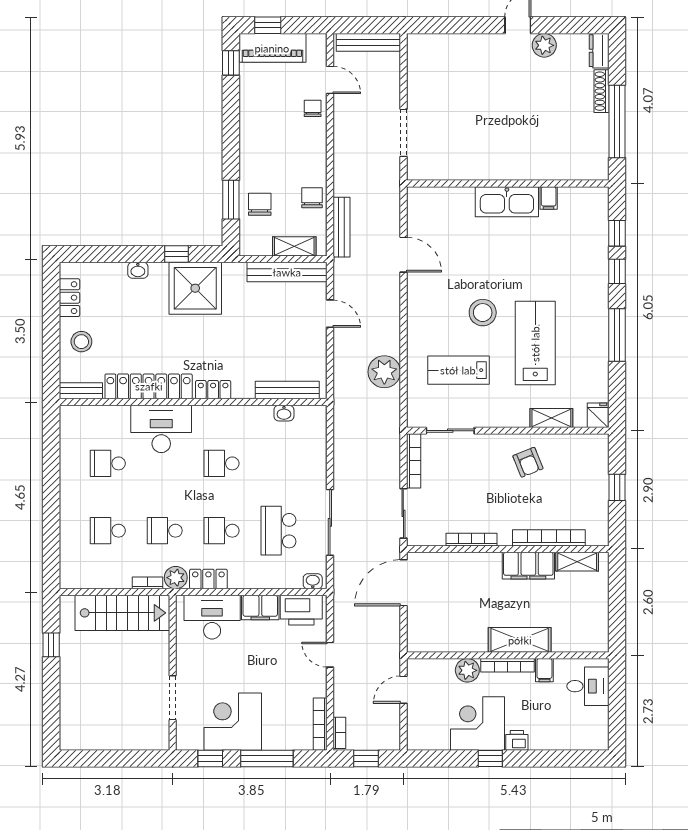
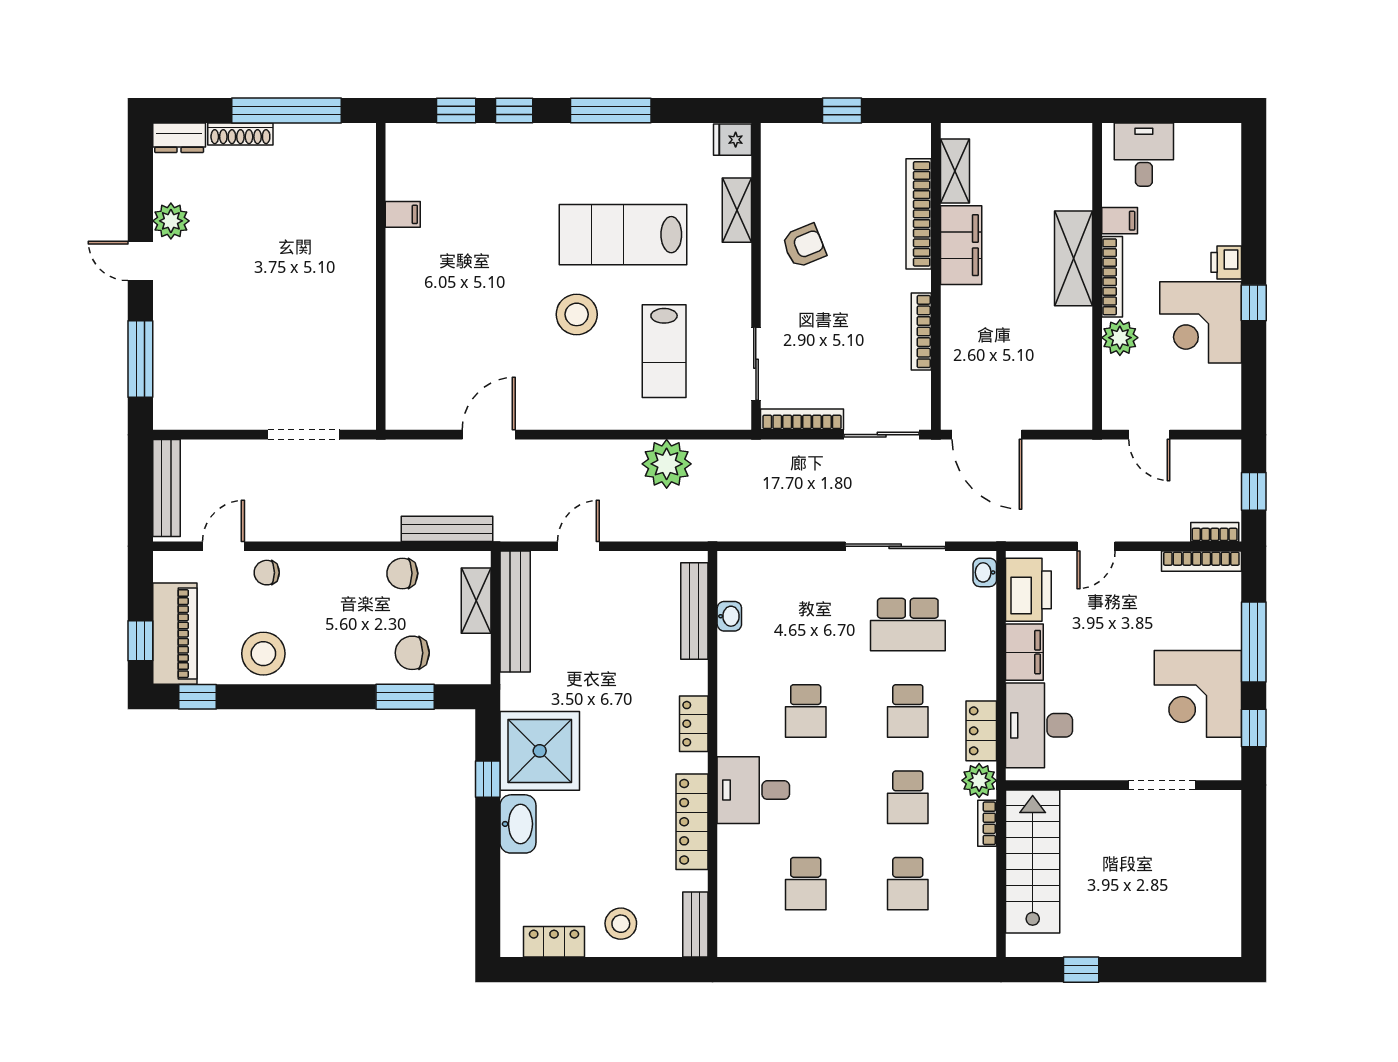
window: (453, 25) -> (140, 359), added
stool: (259, 106) -> (263, 654), added
kitchen sink: (507, 202) -> (408, 278), removed
washbasin: (138, 270) -> (518, 824), width x1.91, depth x1.45
locker: (149, 386) -> (692, 822), width x0.71, depth x0.83
desk: (161, 429) -> (753, 790), width x0.73

